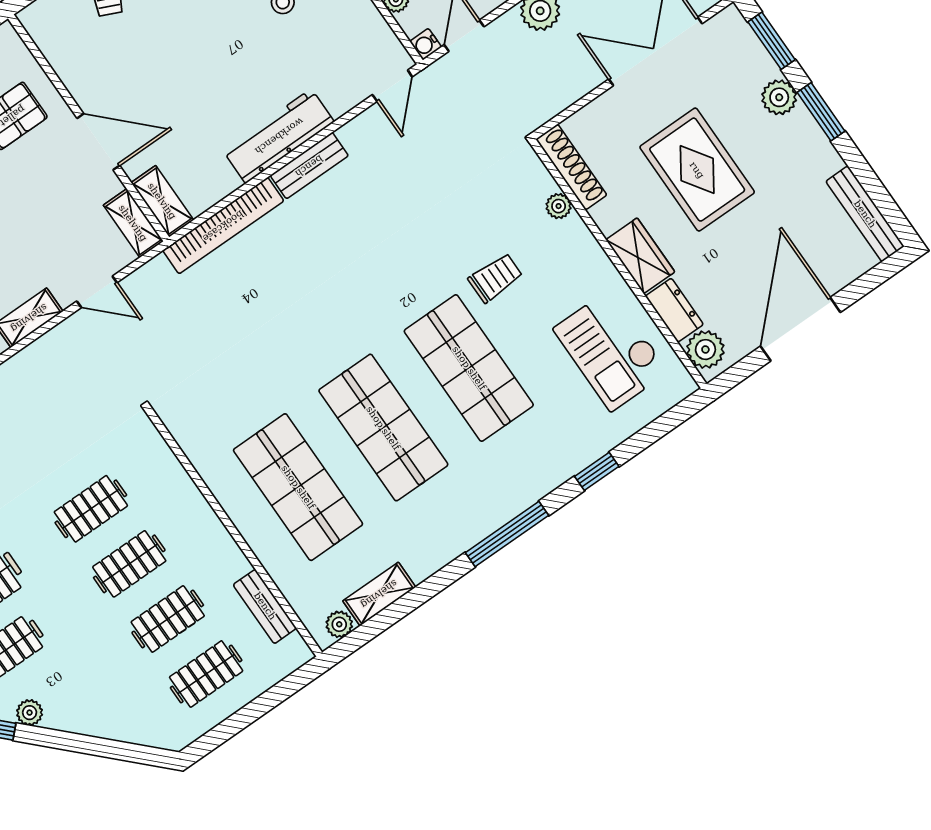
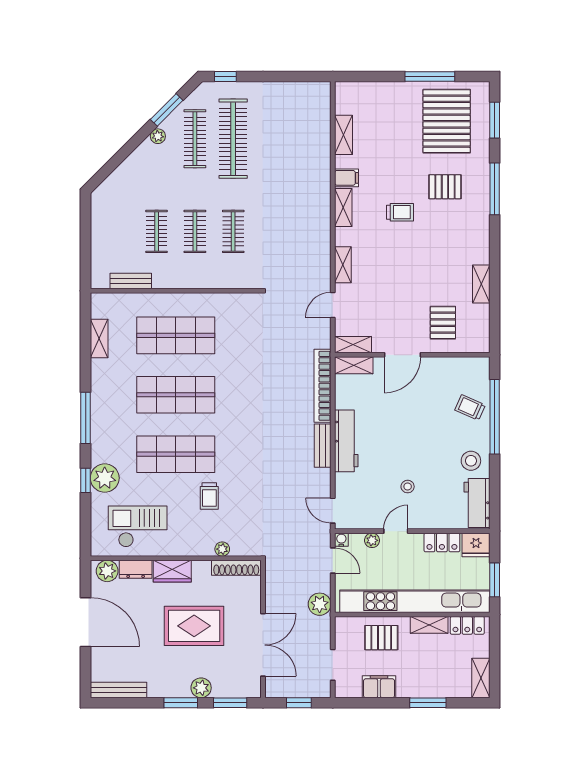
plant: (339, 624) -> (105, 478), moved, width x1.88, depth x1.88
clothes rail: (206, 674) -> (118, 231), removed

